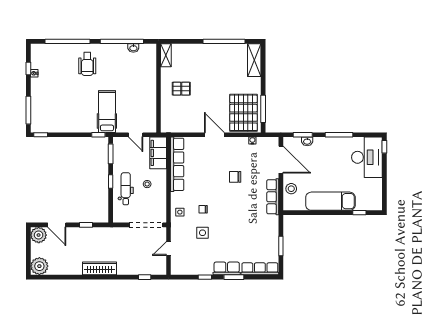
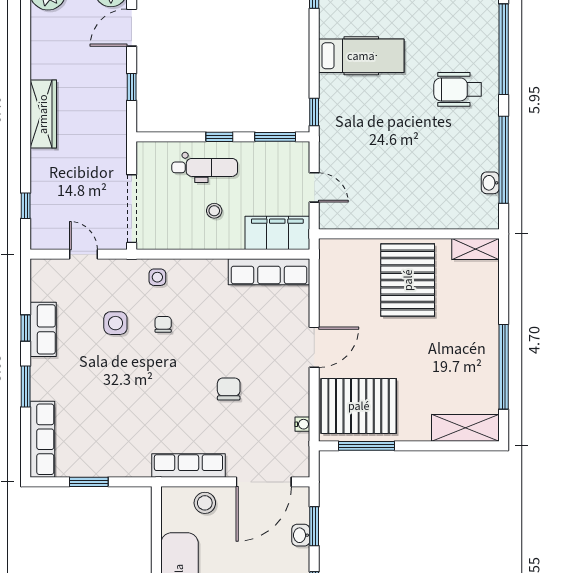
pallet: (181, 89) -> (408, 280), width x2.05, depth x2.00
hospital bed: (107, 112) -> (361, 56), moved
door: (136, 135) -> (314, 187), swing flipped
row of seats: (177, 164) -> (269, 272), width x0.73
row of seats: (227, 268) -> (43, 329), moved

